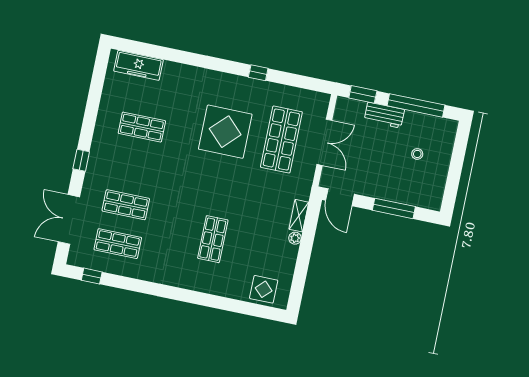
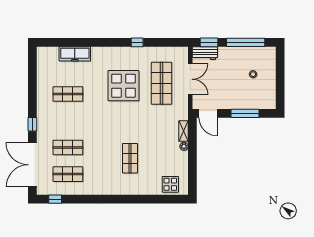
freezer: (139, 65) -> (75, 54), moved
workbench: (384, 115) -> (205, 53), moved
double door: (69, 219) -> (32, 165), width x1.36

